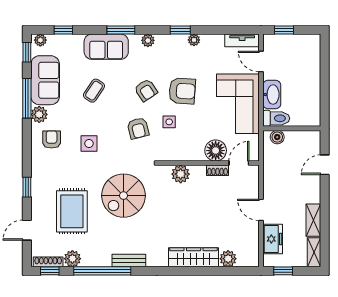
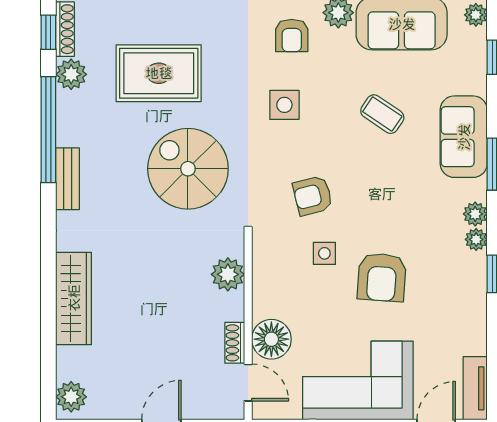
plant: (194, 40) -> (476, 239), moved
armchair: (146, 90) -> (383, 210), removed
armchair: (52, 140) -> (292, 36), turned 90
plant: (228, 259) -> (71, 397), moved

